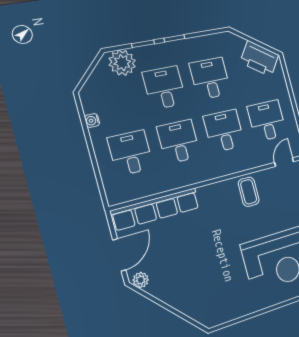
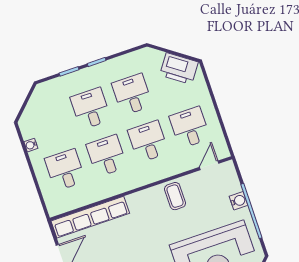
plant: (122, 63) -> (52, 91), removed

